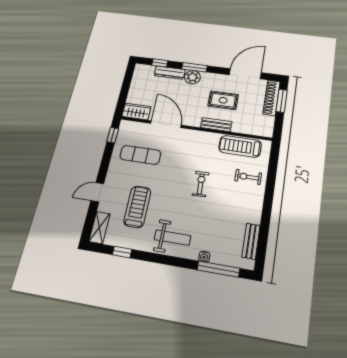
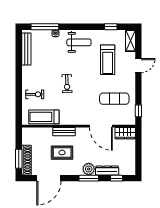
treadmill: (240, 146) -> (44, 117), turned 180
weight bench: (173, 238) -> (79, 42), turned 180
bench: (251, 241) -> (26, 49), width x1.36

